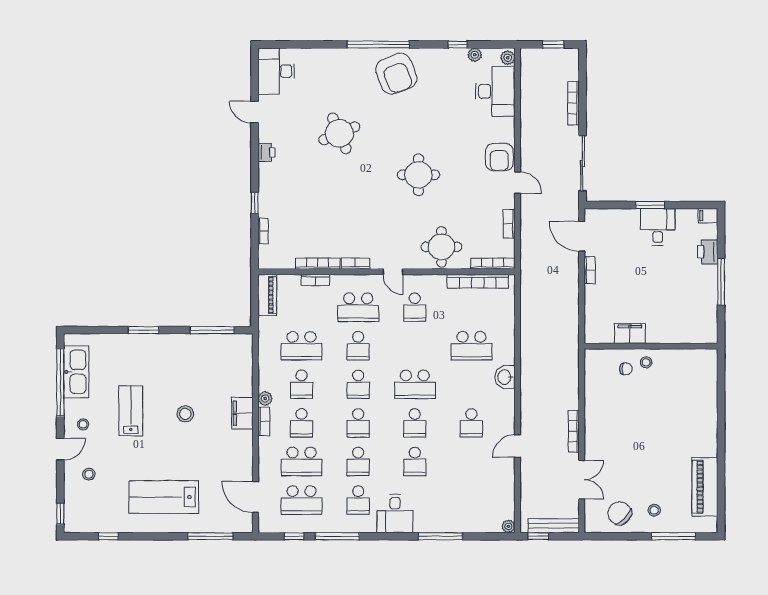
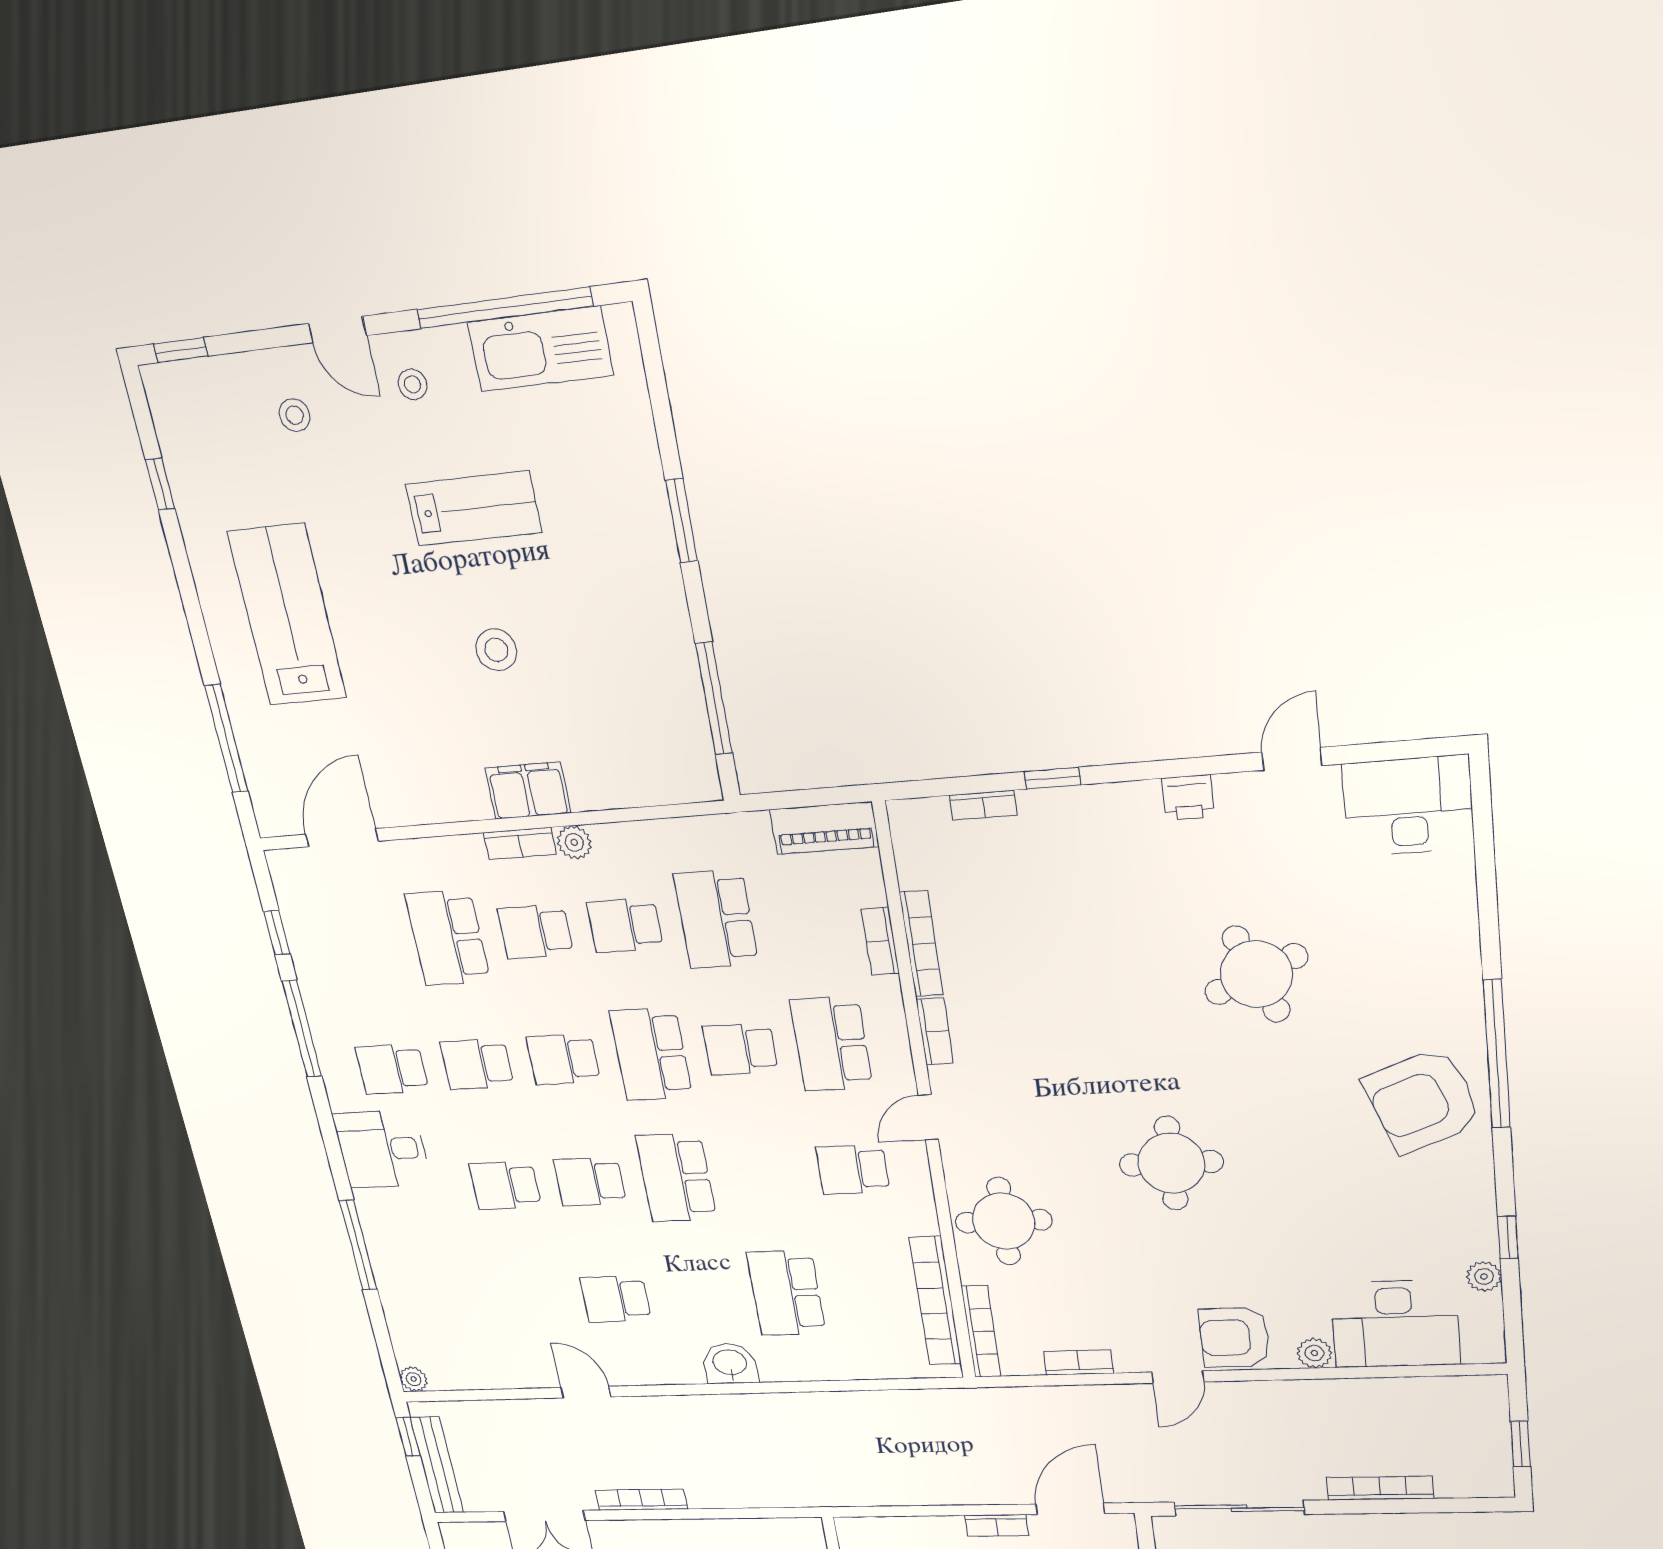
plant: (508, 58) -> (1314, 1353), moved
school desk: (358, 384) -> (651, 1054), width x1.85
school desk: (302, 500) -> (361, 944), removed

